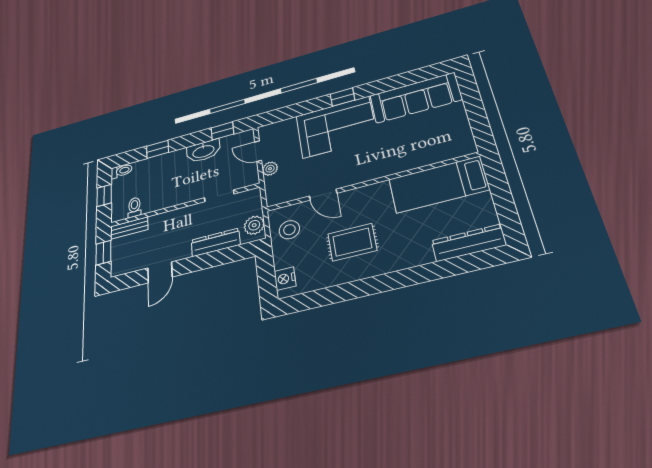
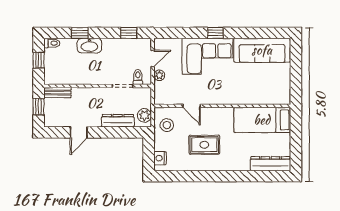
washbasin: (203, 151) -> (89, 46), moved
door: (258, 151) -> (153, 58), swing flipped
toilet: (134, 207) -> (138, 77), moved

